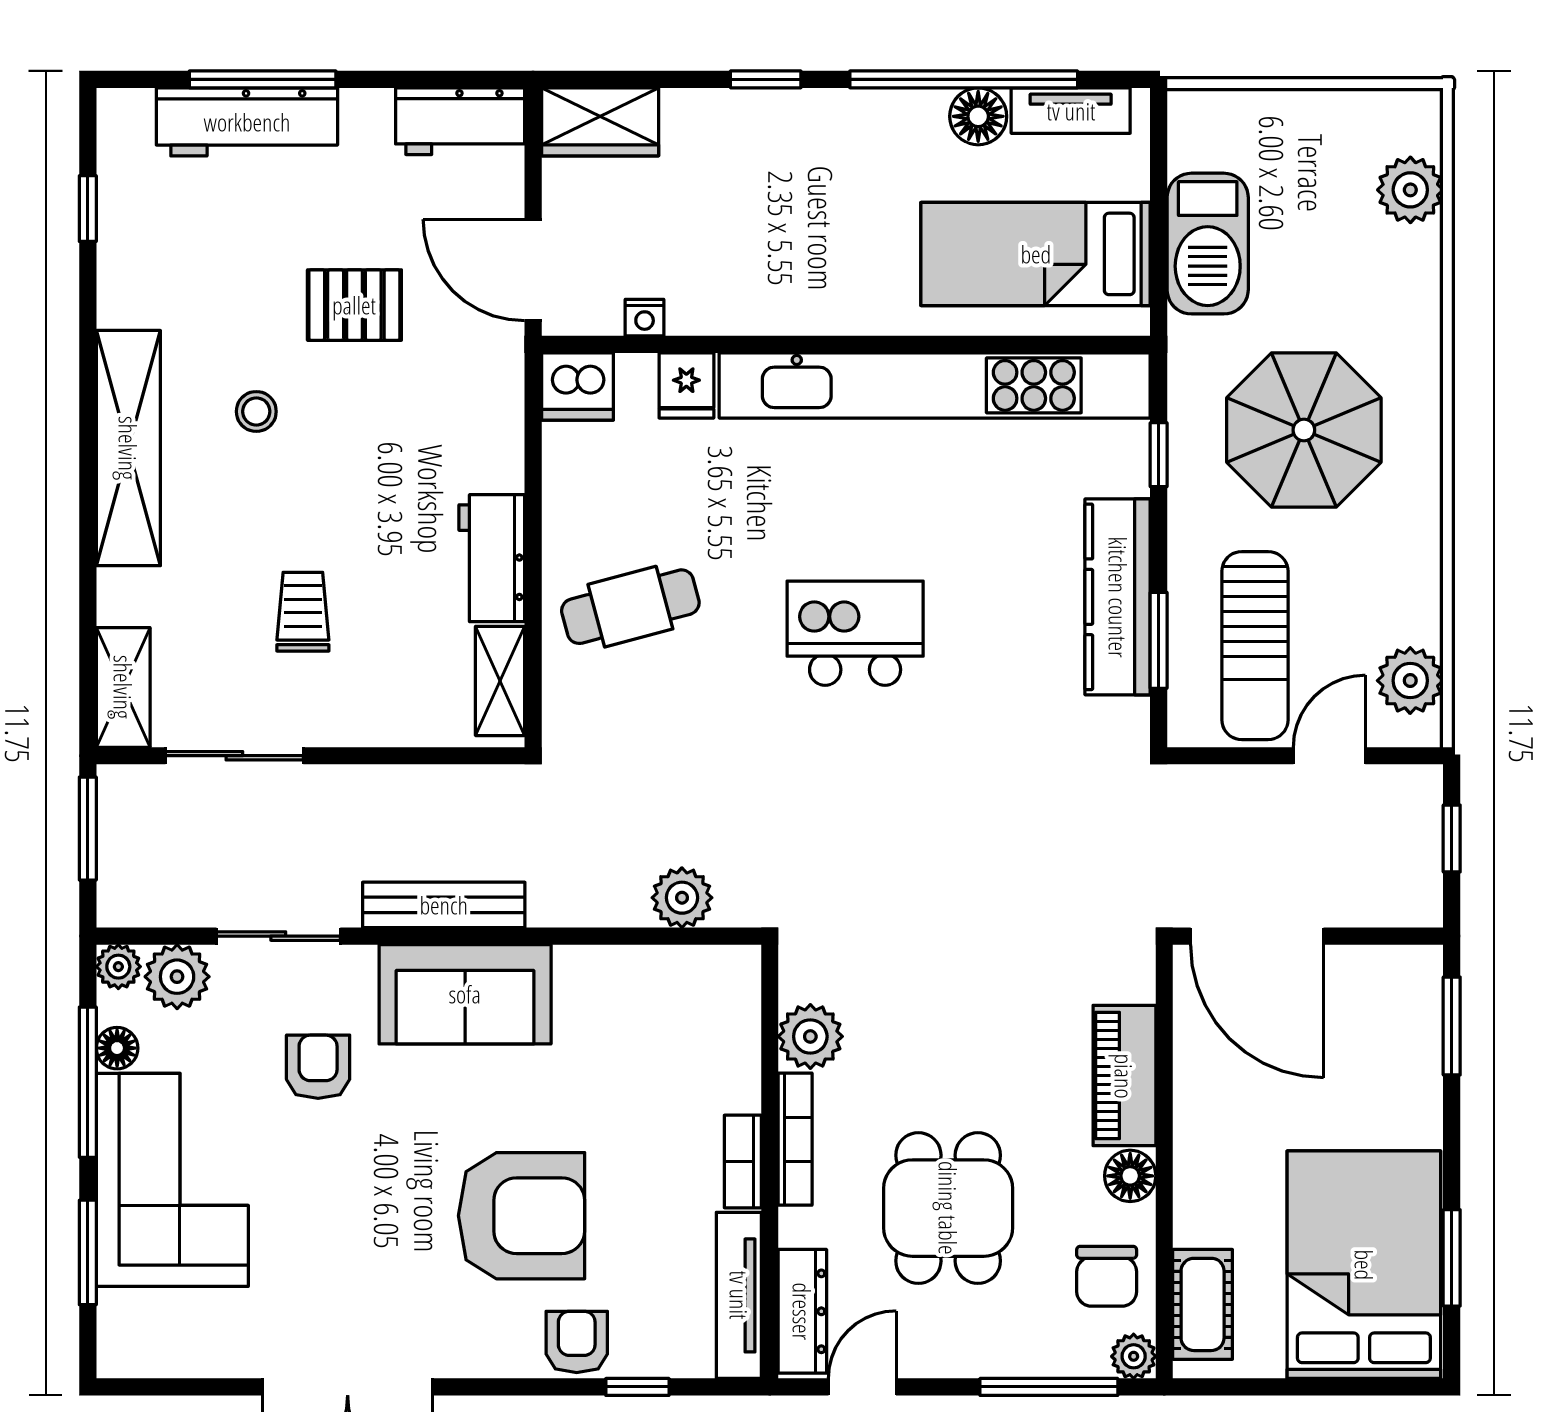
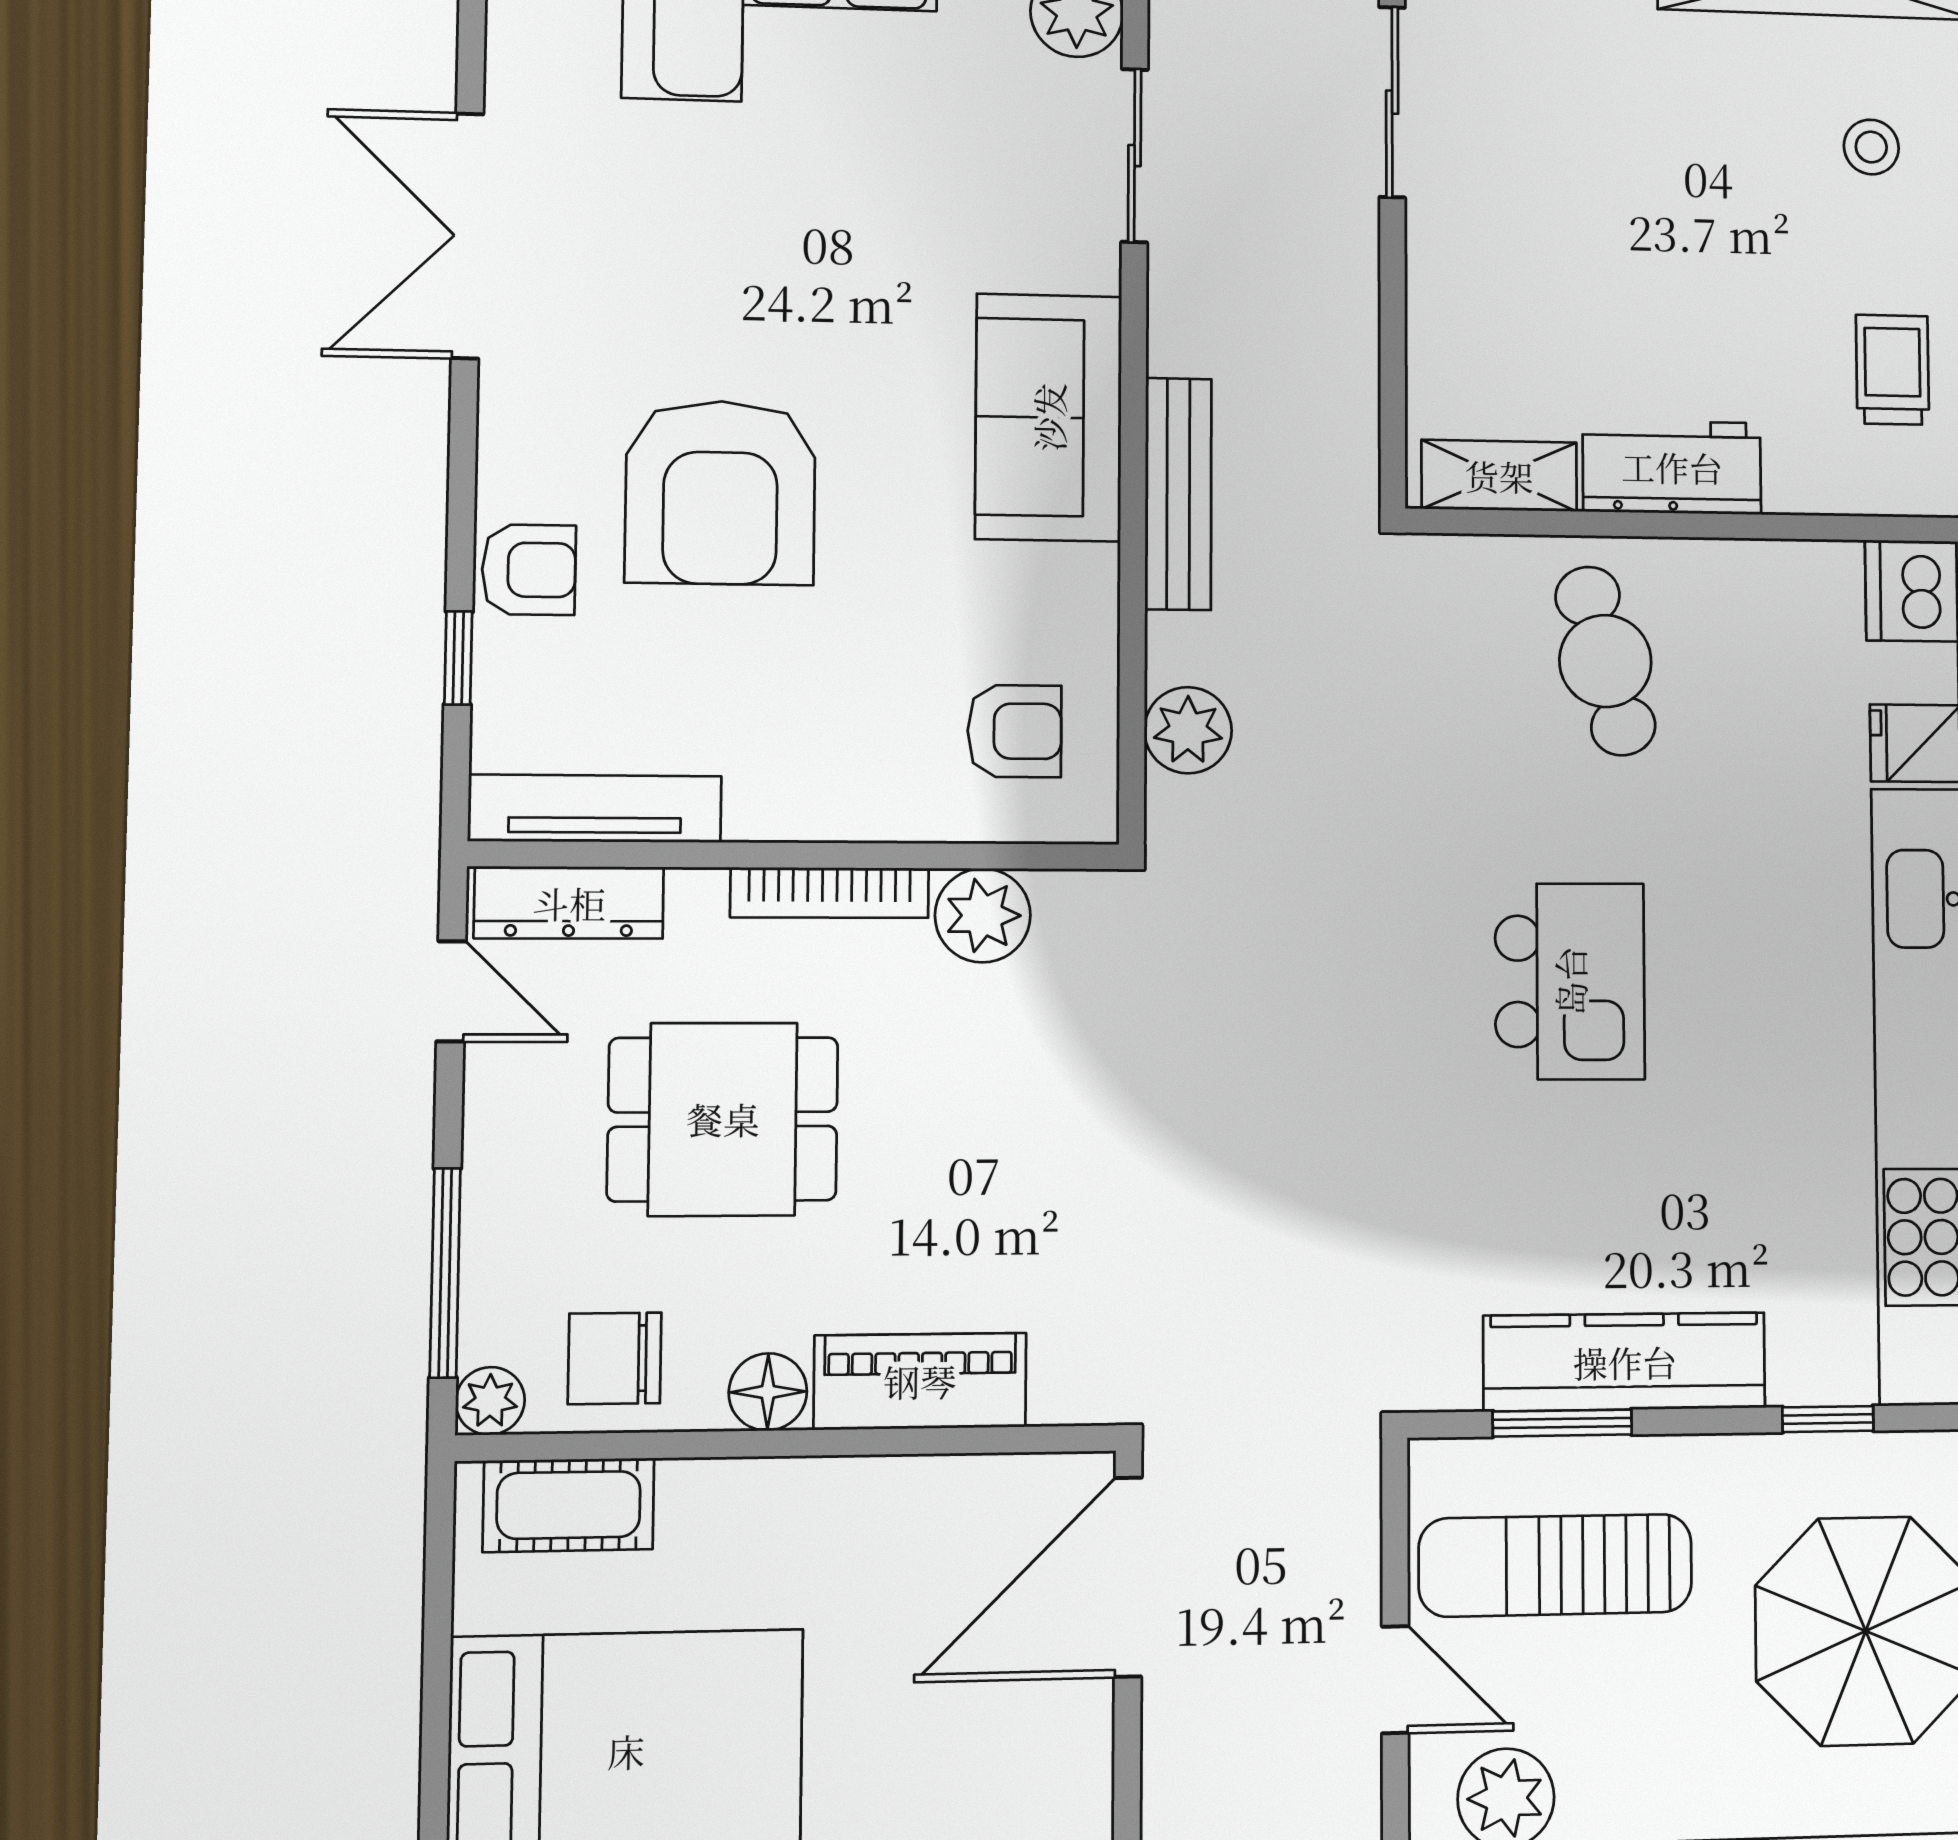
trolley: (303, 612) -> (1893, 370), moved, turned -90
bench: (444, 905) -> (1178, 494), moved
armchair: (318, 1067) -> (1015, 731), moved
bookcase: (743, 1162) -> (797, 816), removed

